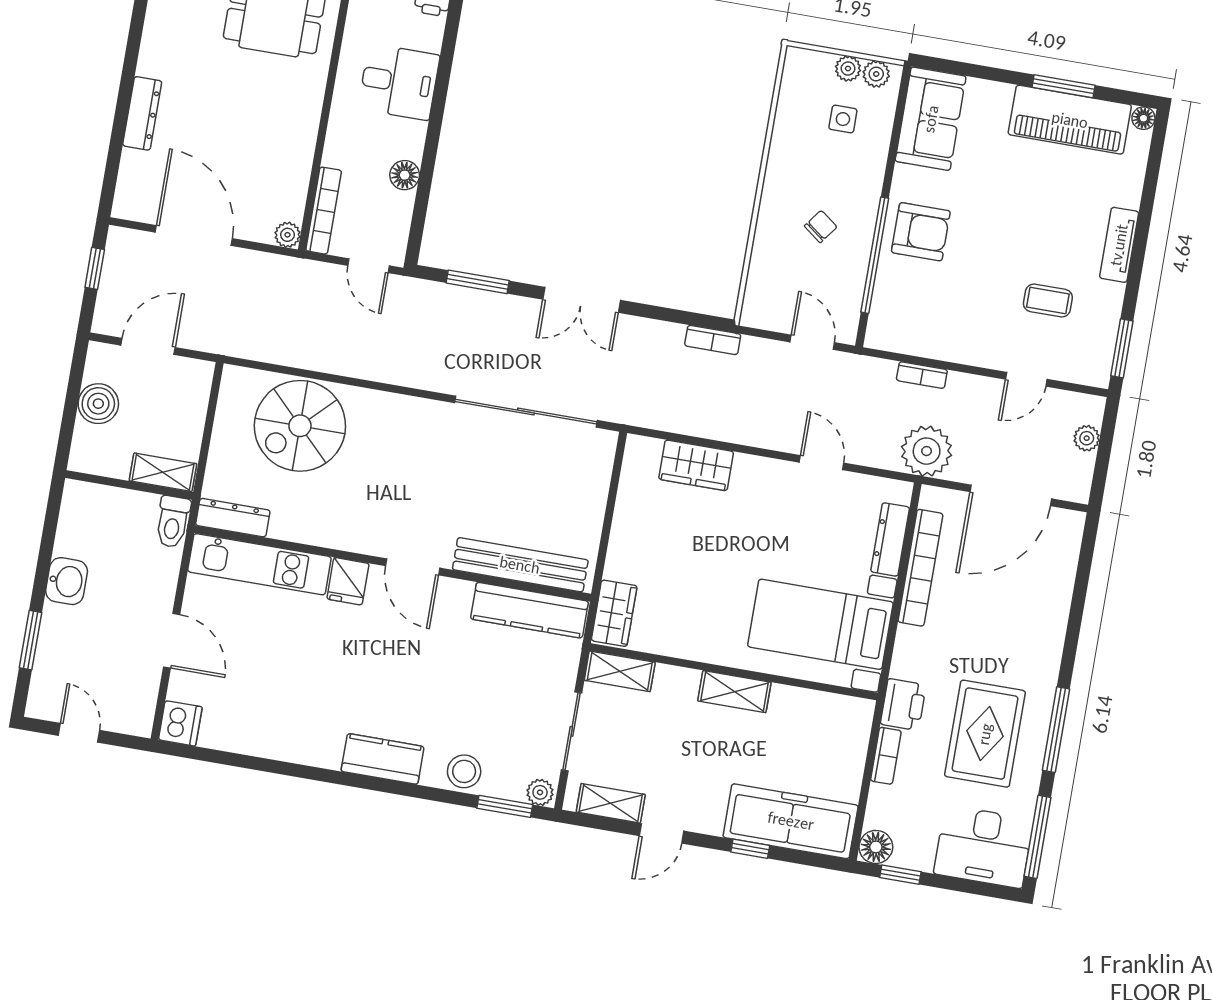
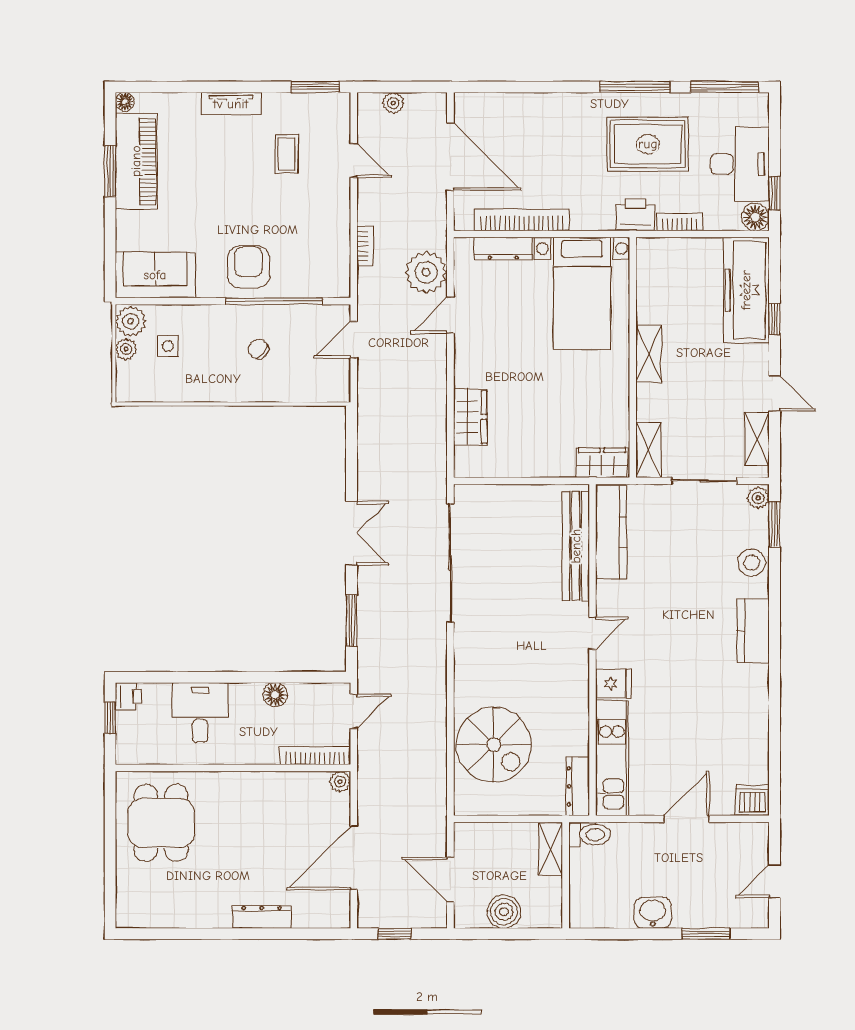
plant: (876, 74) -> (131, 321), width x1.38, depth x1.38
bookcase: (713, 340) -> (366, 421), removed
plant: (927, 451) -> (426, 272), moved
door: (413, 567) -> (593, 633), width x0.73
desk: (984, 847) -> (740, 164), moved

